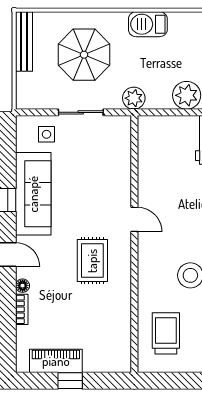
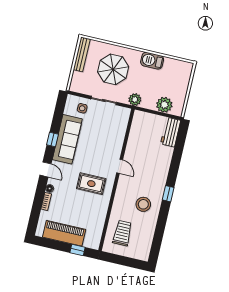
rug: (92, 261) -> (91, 184), turned 90
piano: (56, 361) -> (64, 233), width x1.37, depth x1.33
window: (70, 381) -> (77, 250), moved

